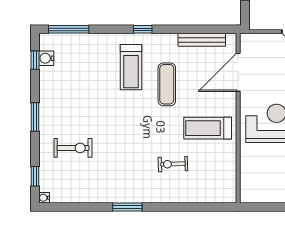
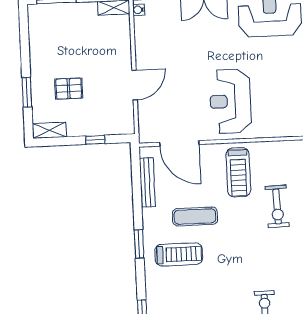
window: (143, 29) -> (139, 244), width x1.50
exercise bike: (173, 164) -> (277, 207), width x1.38, depth x1.39

